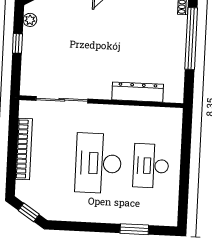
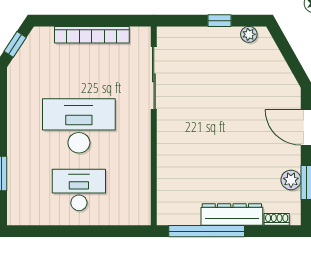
window: (191, 38) -> (207, 231), moved
dresser: (138, 92) -> (232, 215), moved, turned -90

